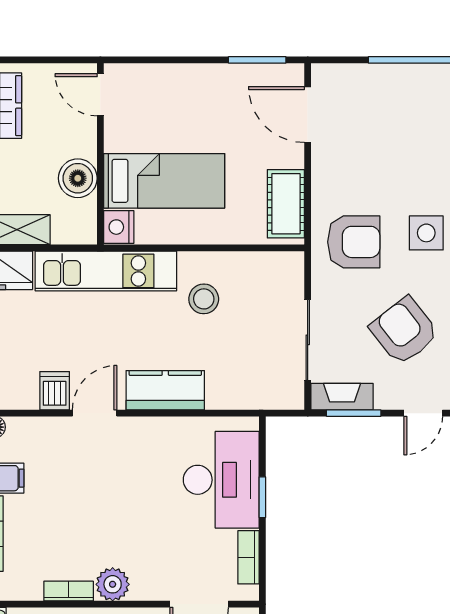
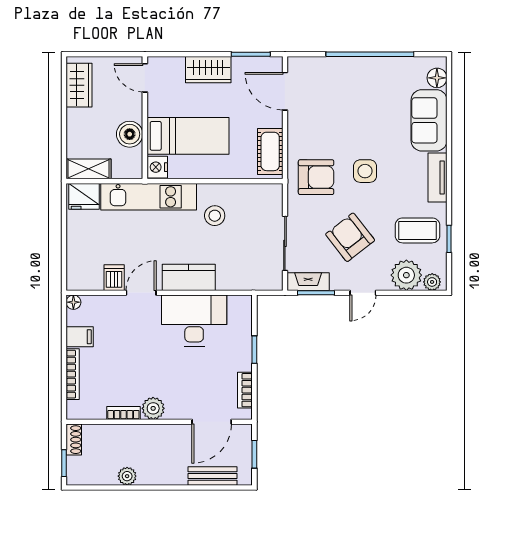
wardrobe: (194, 83) -> (208, 70), added
desk: (221, 480) -> (194, 321), moved, turned -90

